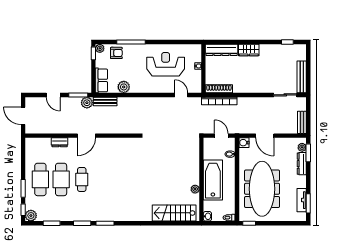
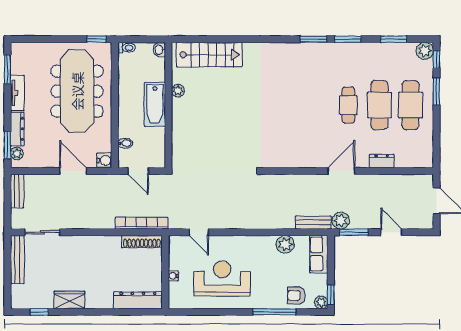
wardrobe: (249, 50) -> (69, 300), moved
reception desk: (166, 64) -> (222, 278), turned 180
bathtub: (213, 180) -> (155, 104), width x0.73, depth x0.73
tv unit: (302, 200) -> (17, 93), moved

